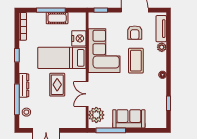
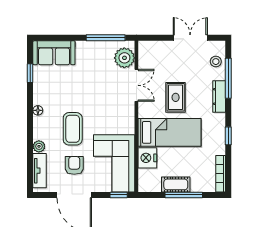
corner sofa: (104, 51) -> (114, 163), moved
sofa: (129, 119) -> (54, 53), moved

